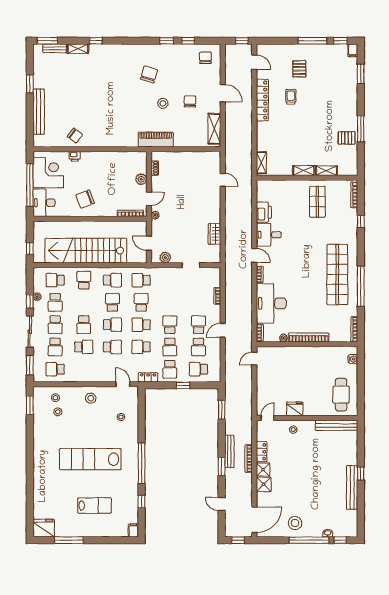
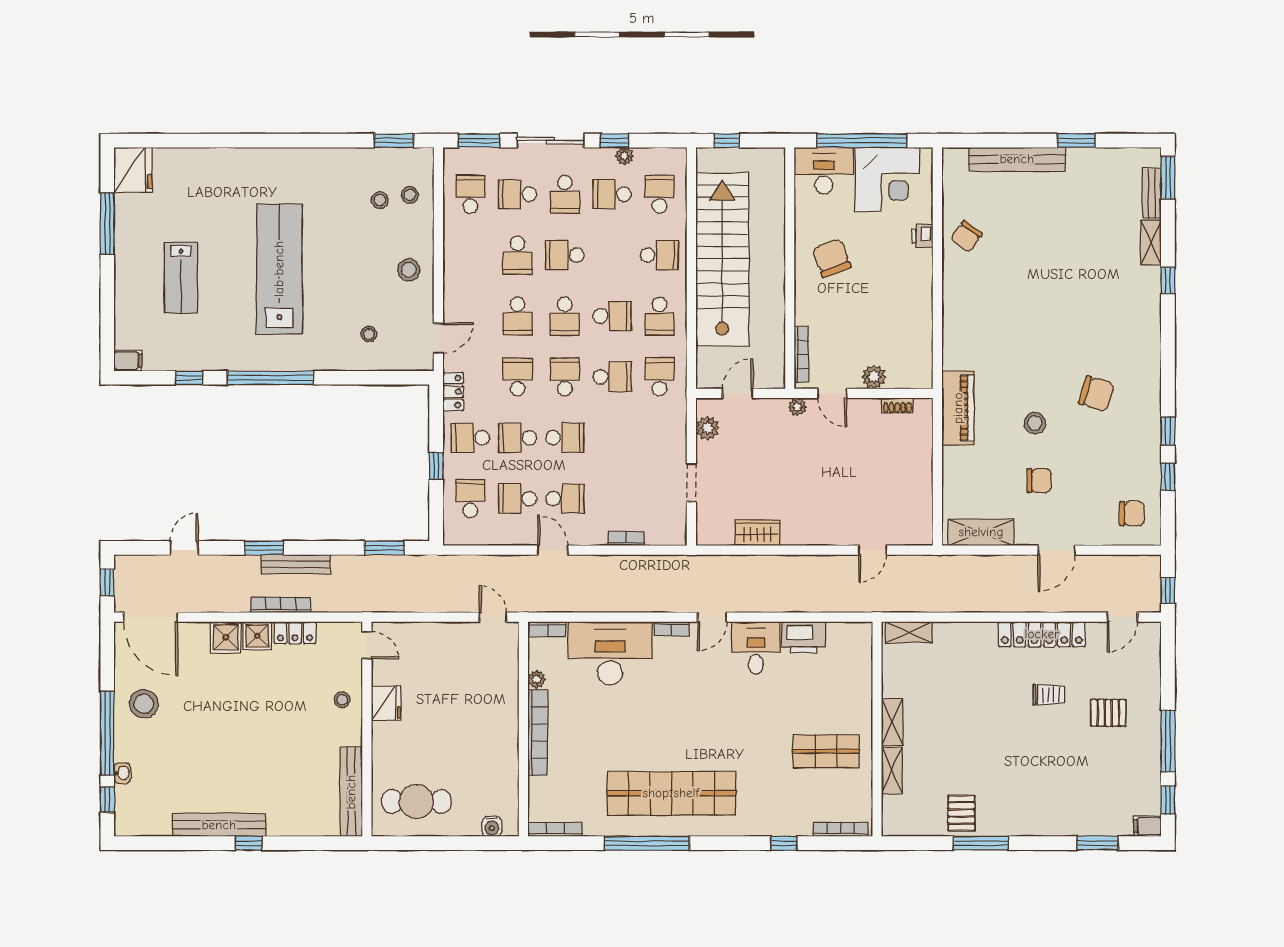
school desk: (55, 325) -> (565, 194), turned -90

